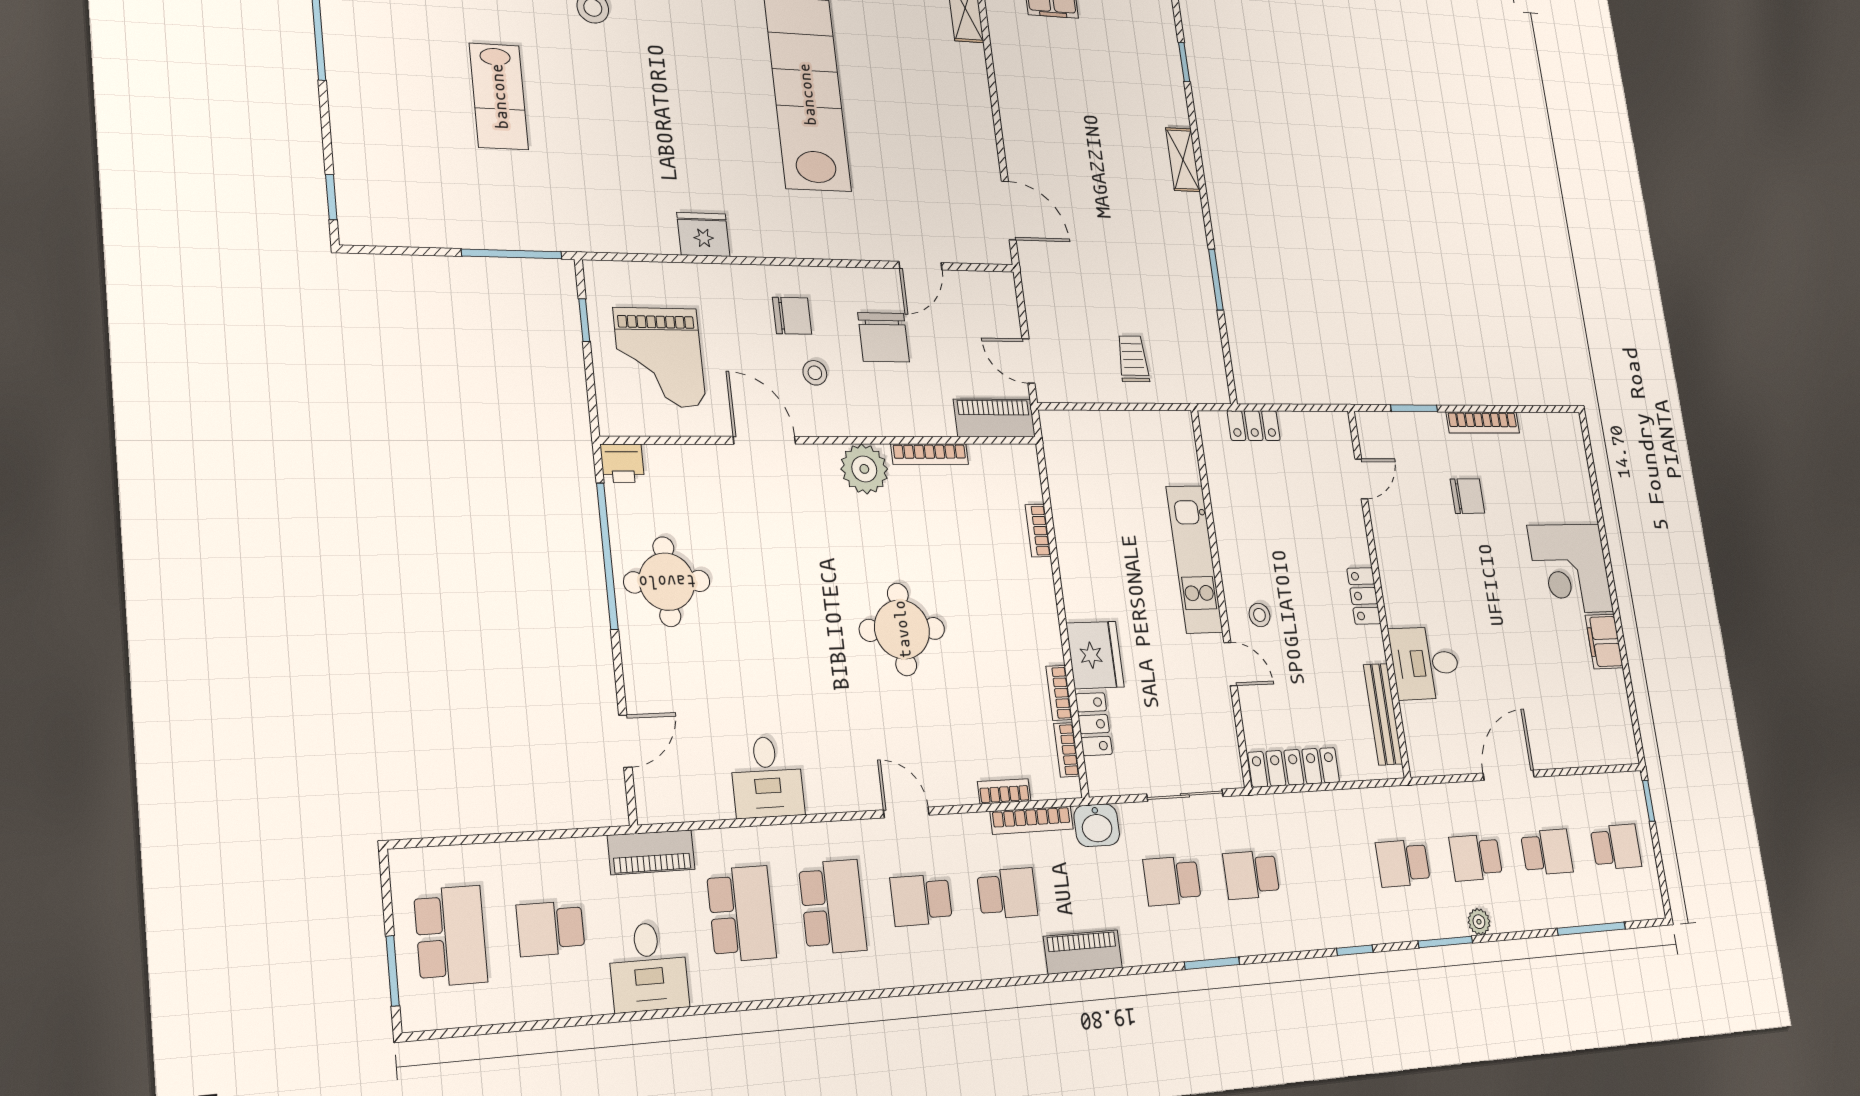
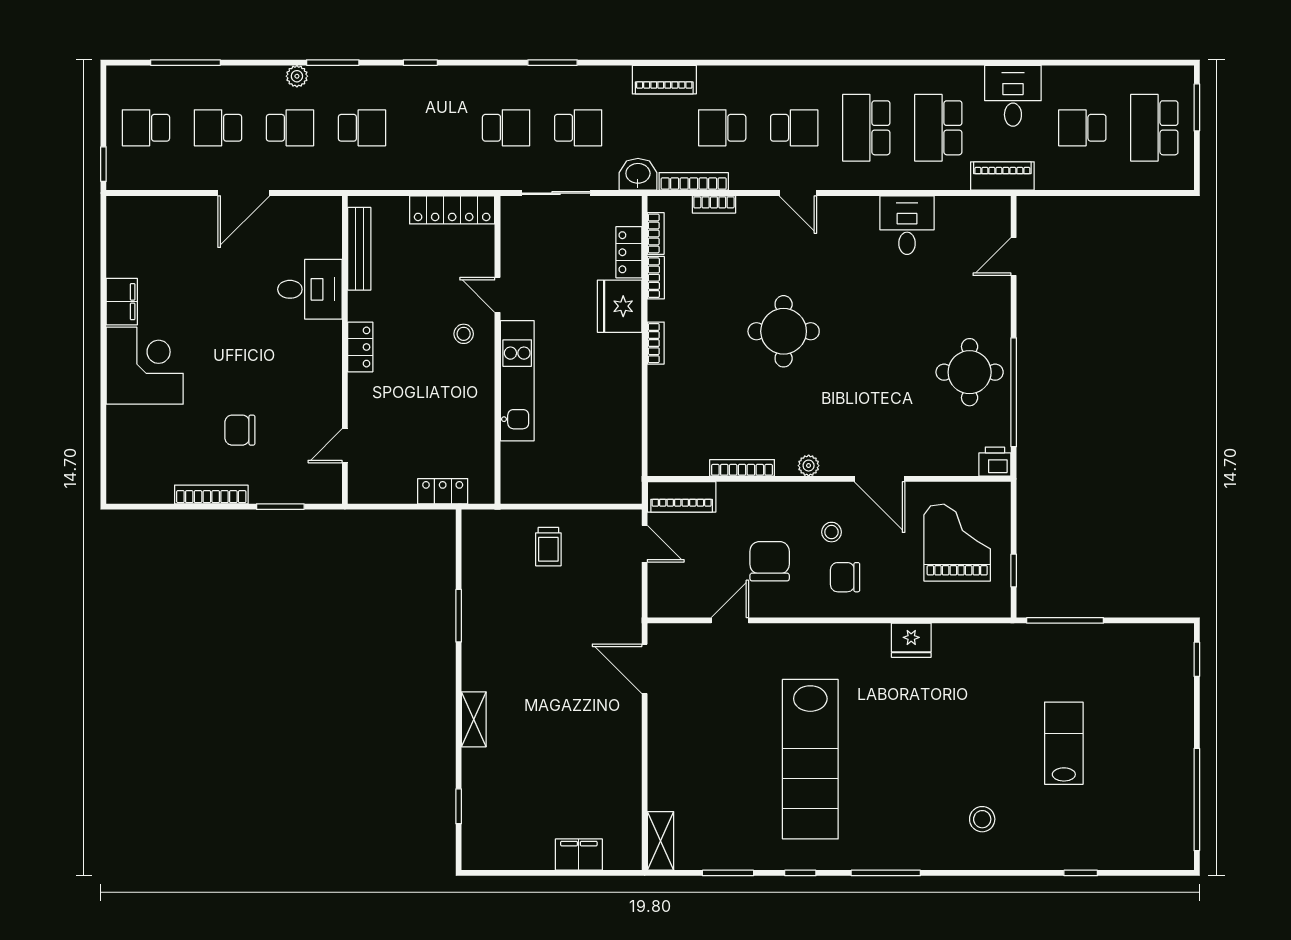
plant: (864, 469) -> (809, 466), width x0.53, depth x0.53
bookcase: (1038, 531) -> (656, 343), moved
school desk: (551, 928) -> (1082, 128), turned 180

